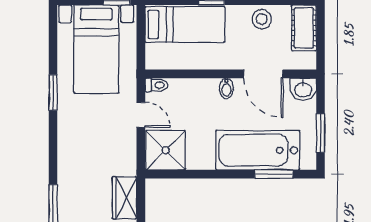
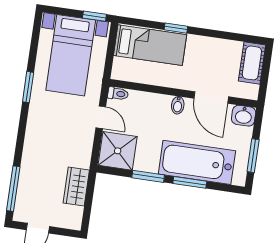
stool: (262, 19) -> (217, 50), removed
window: (204, 174) -> (148, 176), added
window: (274, 174) -> (190, 182), moved

